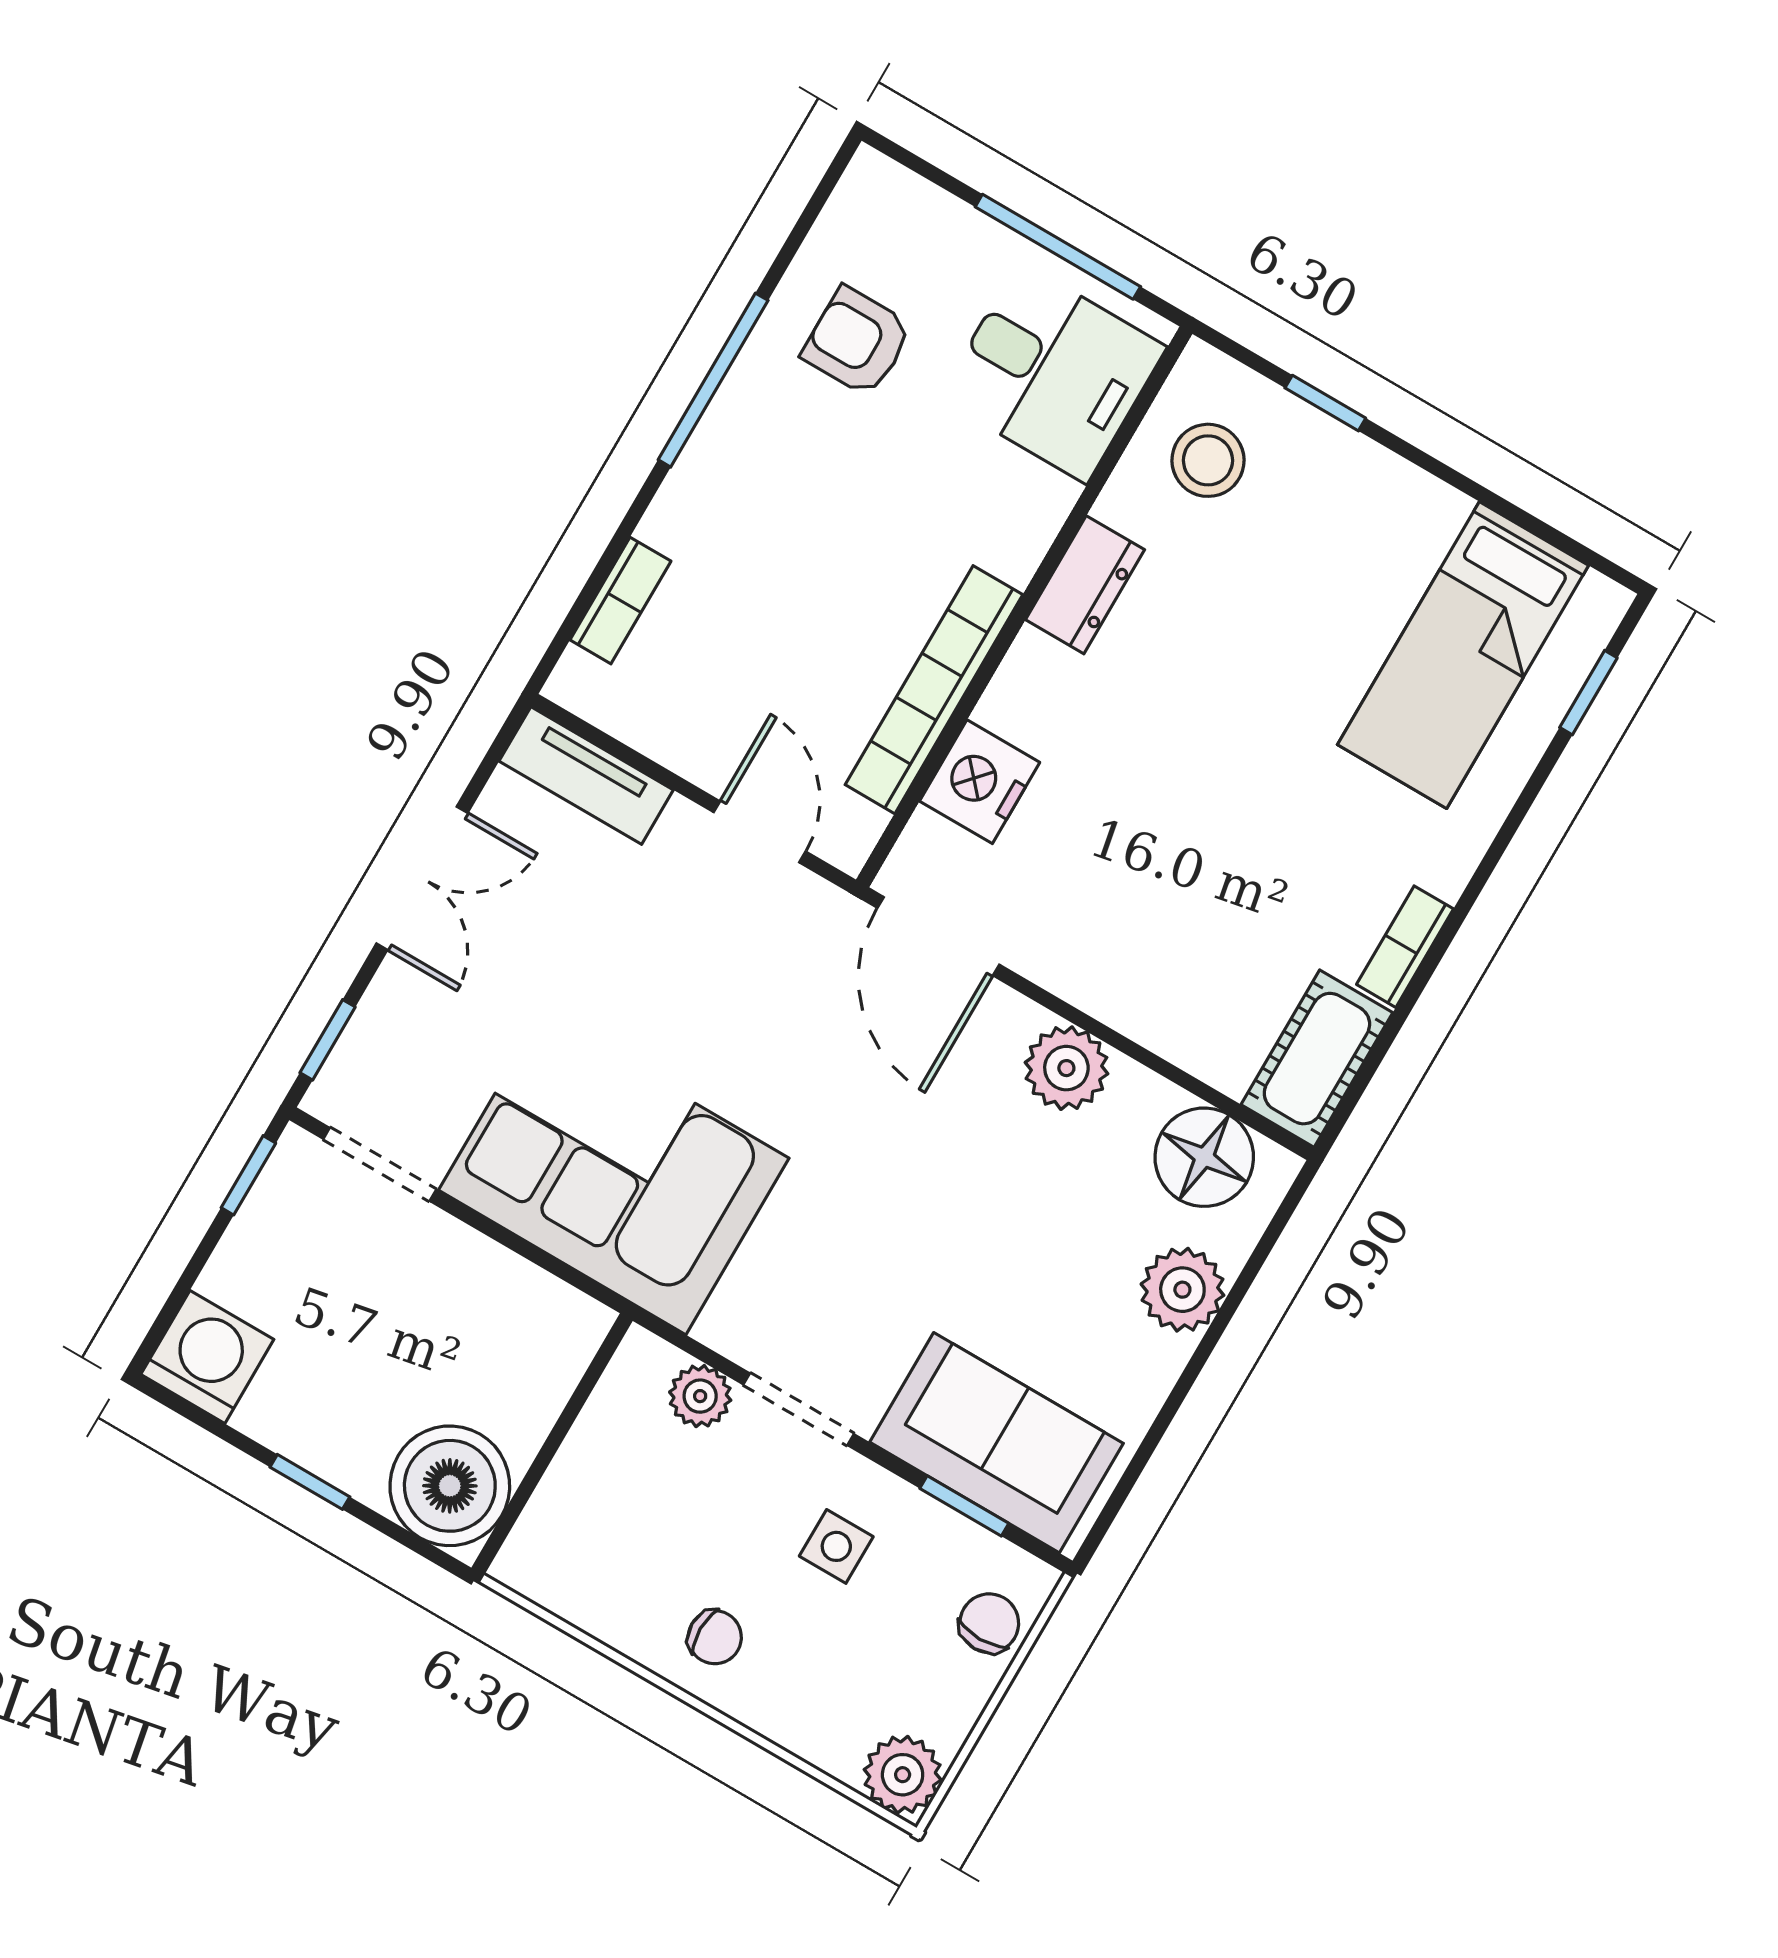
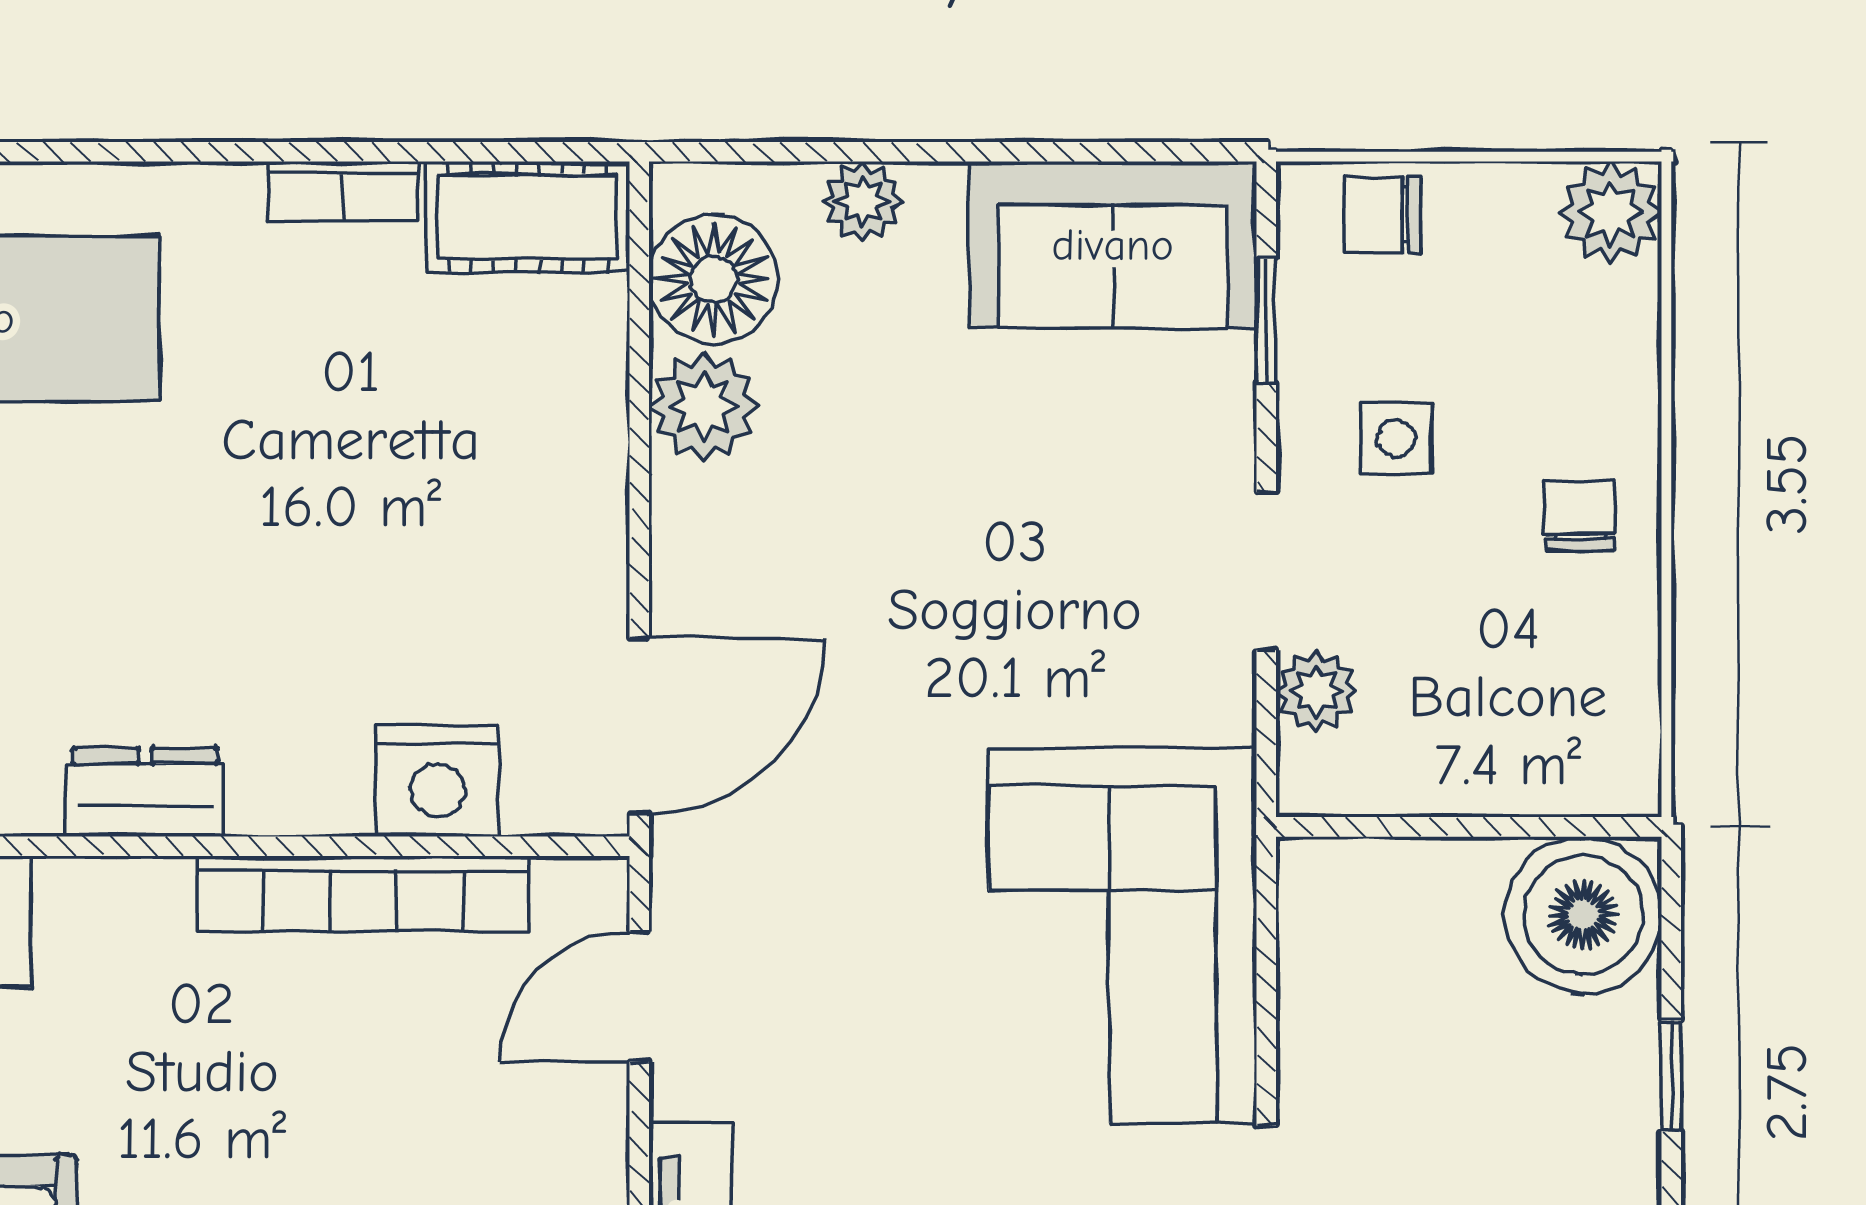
plant: (1066, 1068) -> (704, 406), moved
plant: (1182, 1290) -> (863, 201), width x0.73, depth x0.73
sofa: (997, 1443) -> (1113, 245), moved, turned -90

